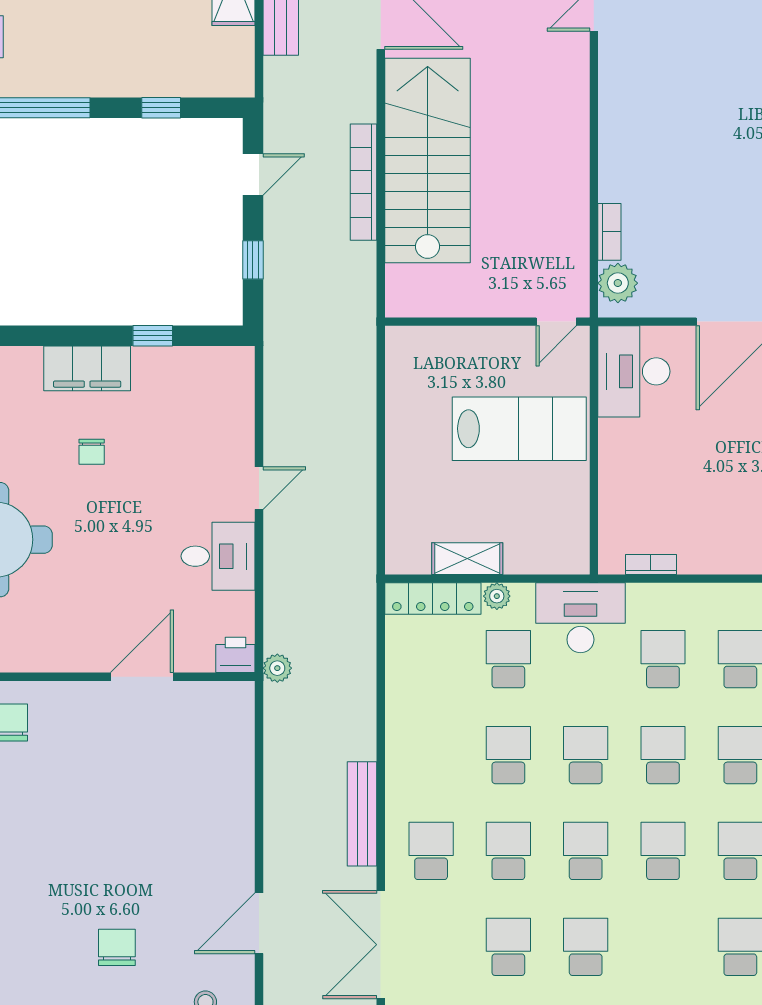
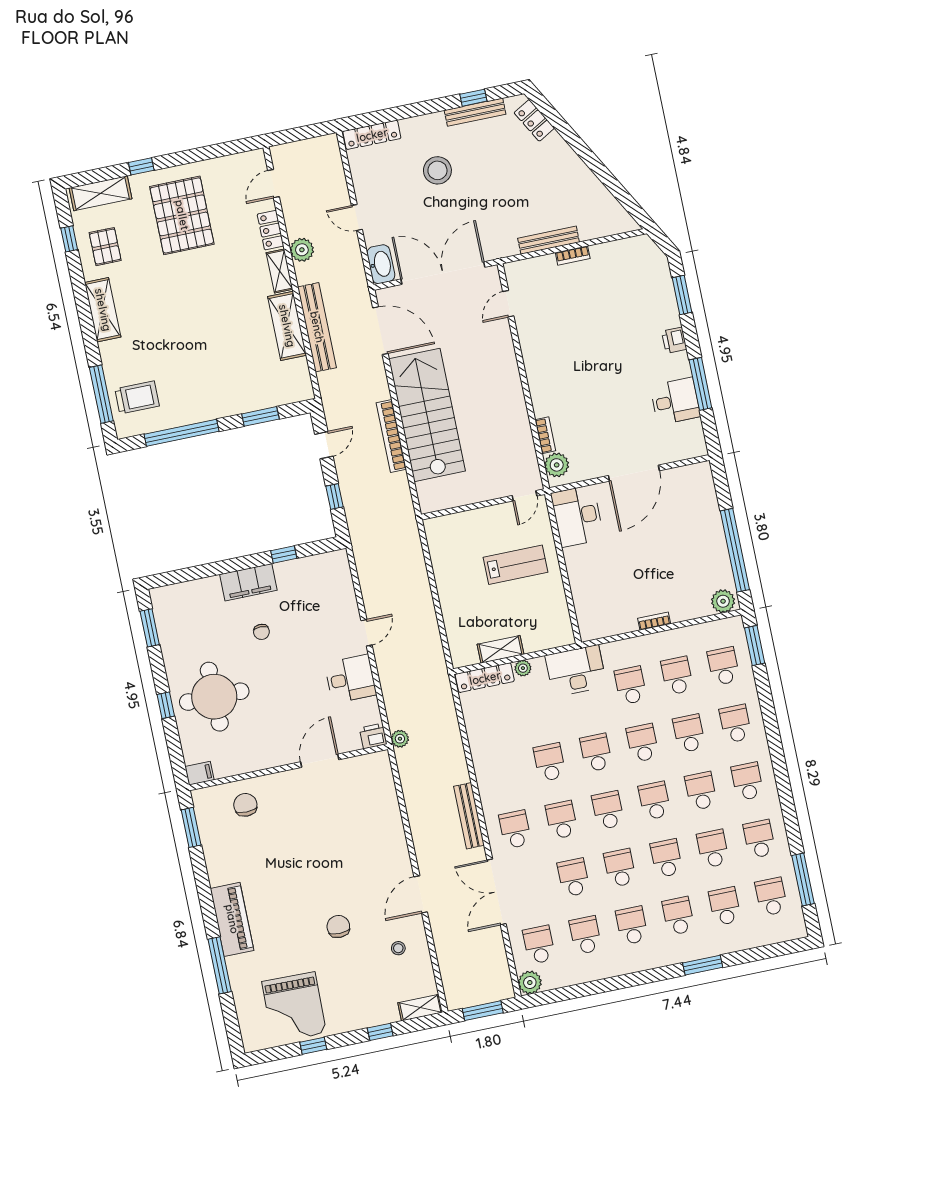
window: (161, 108) -> (260, 416), width x1.50
lab bench: (519, 429) -> (516, 565), width x0.73, depth x0.72
bookcase: (651, 564) -> (654, 621), moved
school desk: (508, 659) -> (666, 858), moved

